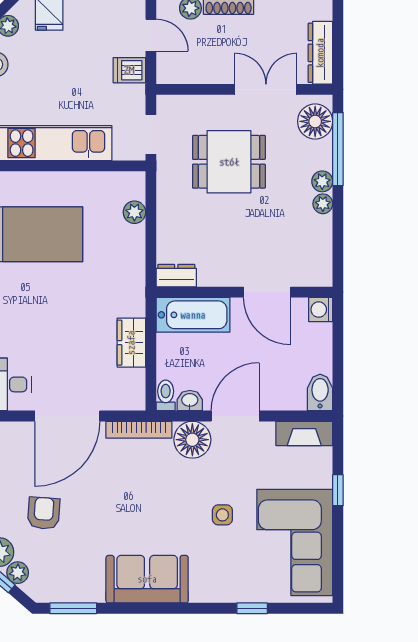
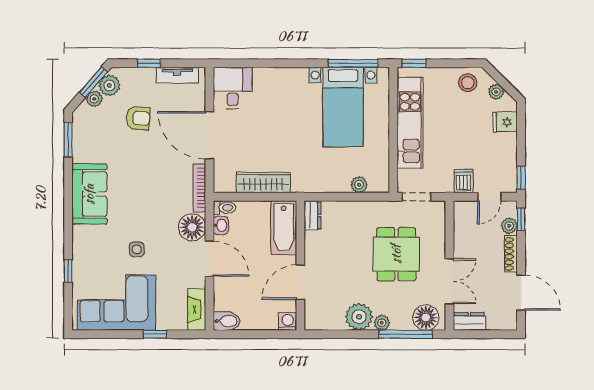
dresser: (320, 53) -> (469, 321), width x0.70
plant: (323, 204) -> (359, 317), width x1.88, depth x1.88
wardrobe: (131, 343) -> (263, 183), width x1.50

